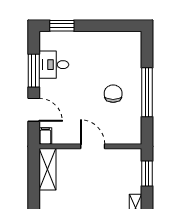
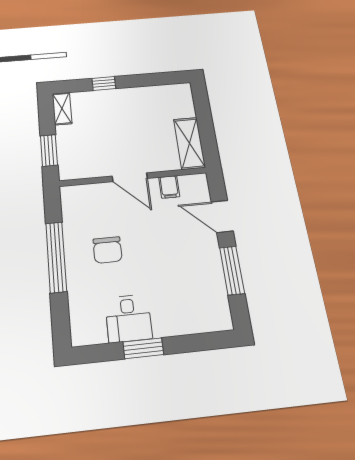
window: (62, 26) -> (143, 348), moved
desk: (54, 65) -> (128, 318), moved, turned 90
filing cabinet: (45, 136) -> (169, 187), moved

